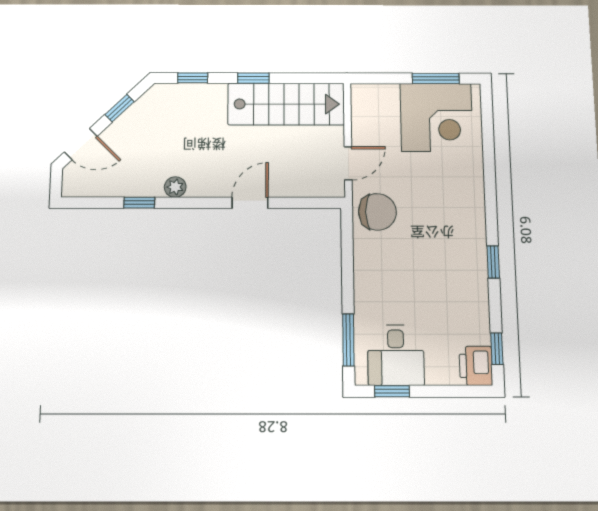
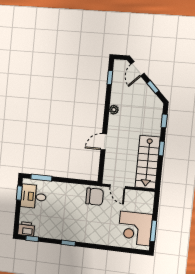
window: (139, 203) -> (110, 77), moved
door: (250, 203) -> (104, 142), swing flipped
chair: (377, 212) -> (95, 197), turned -90

